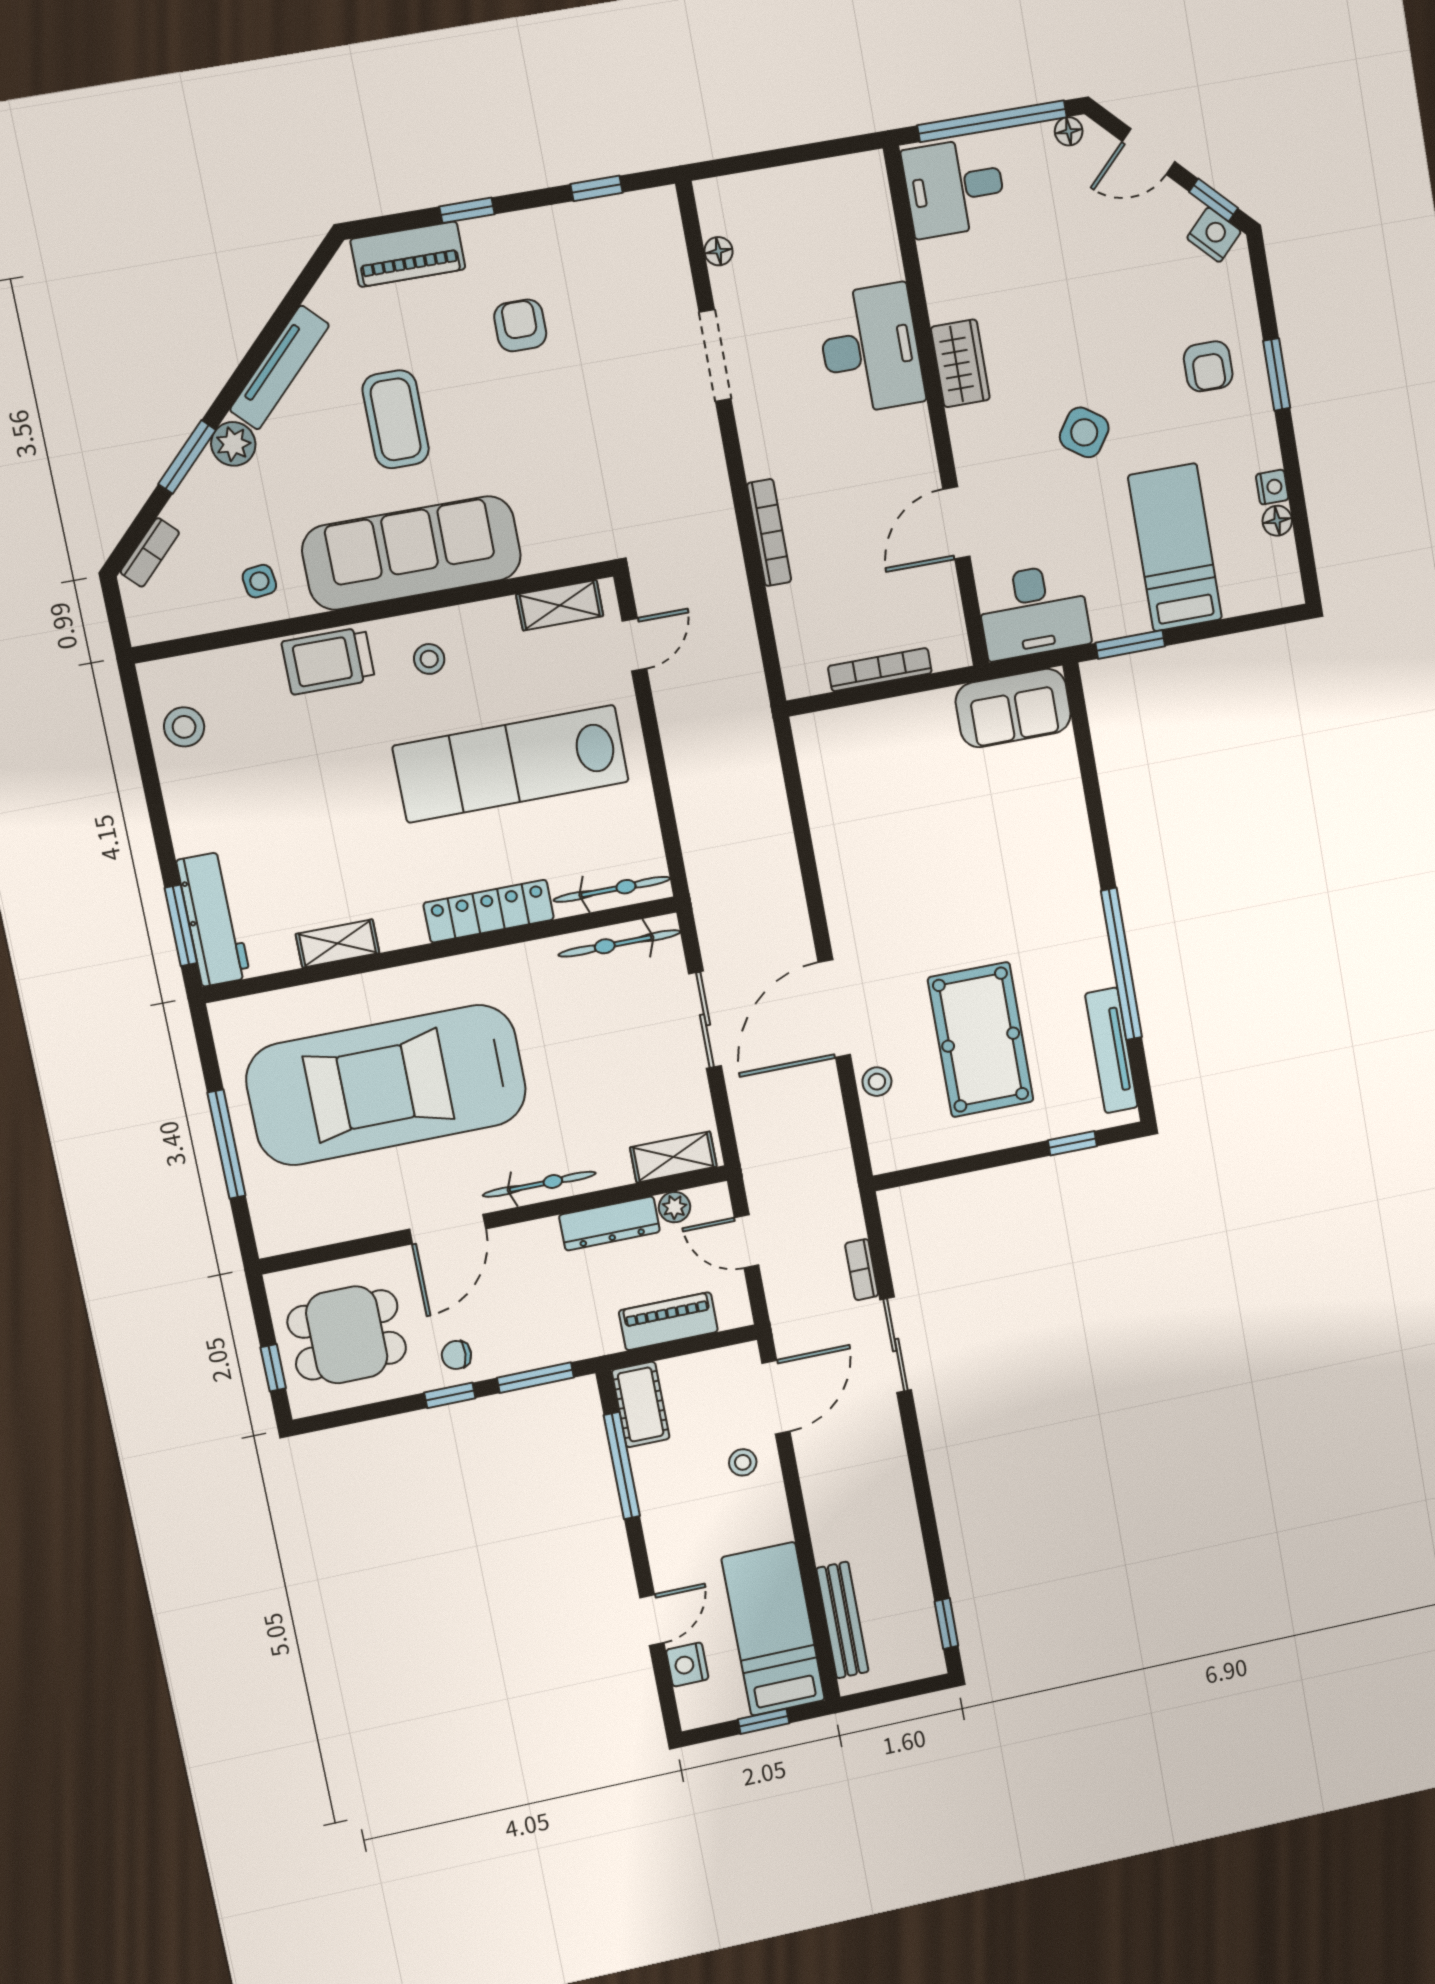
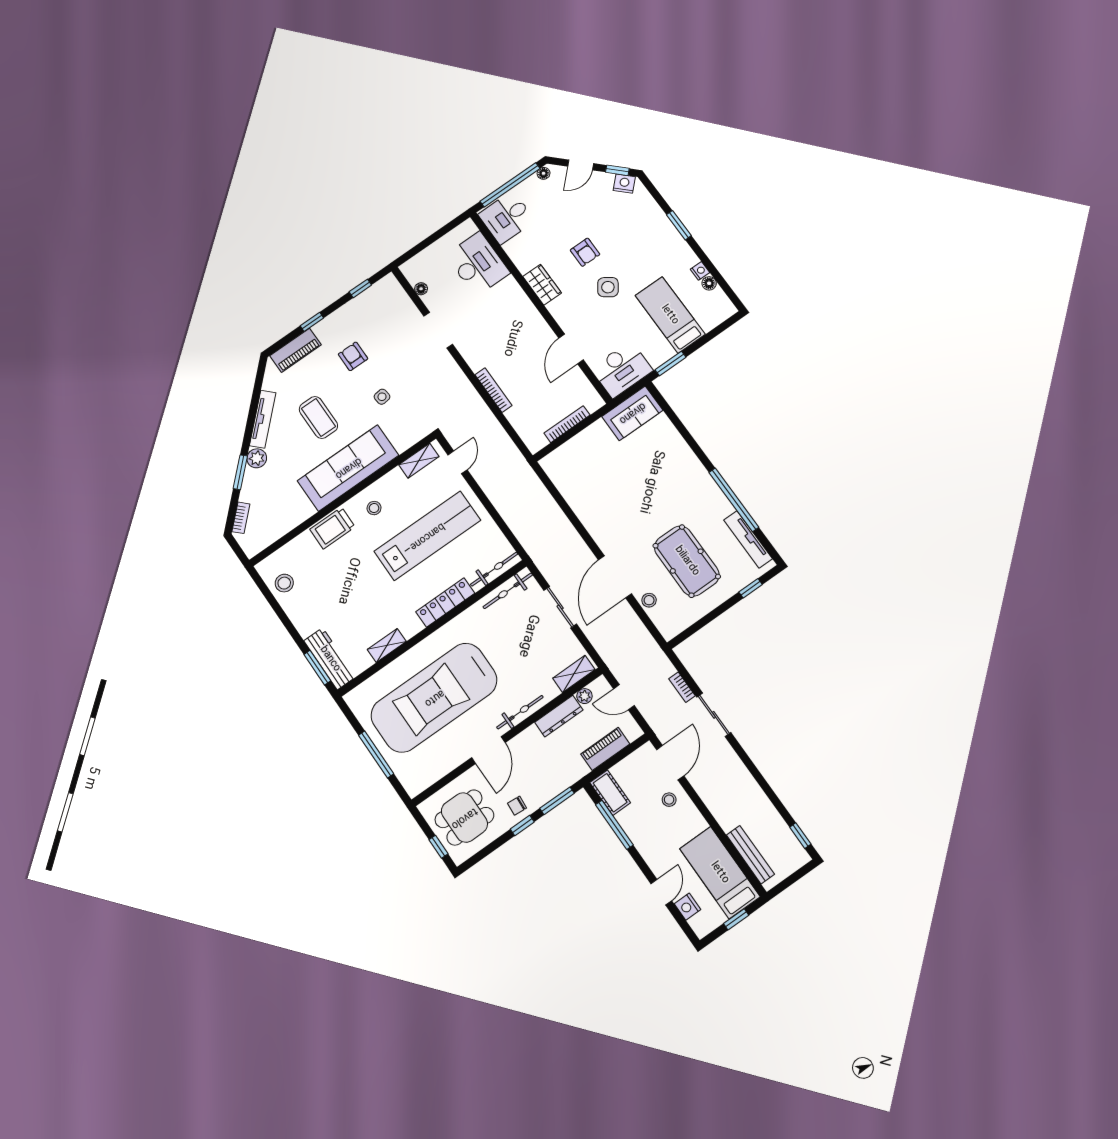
desk: (871, 349) -> (478, 264), moved
armchair: (1208, 366) -> (585, 252), moved
side table: (259, 581) -> (382, 397), moved
lab bench: (511, 764) -> (427, 536), turned 180

